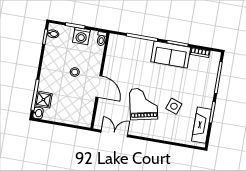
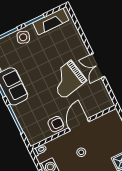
armchair: (113, 68) -> (56, 124), added
side table: (174, 106) -> (23, 37), moved
double door: (114, 133) -> (97, 66), moved

